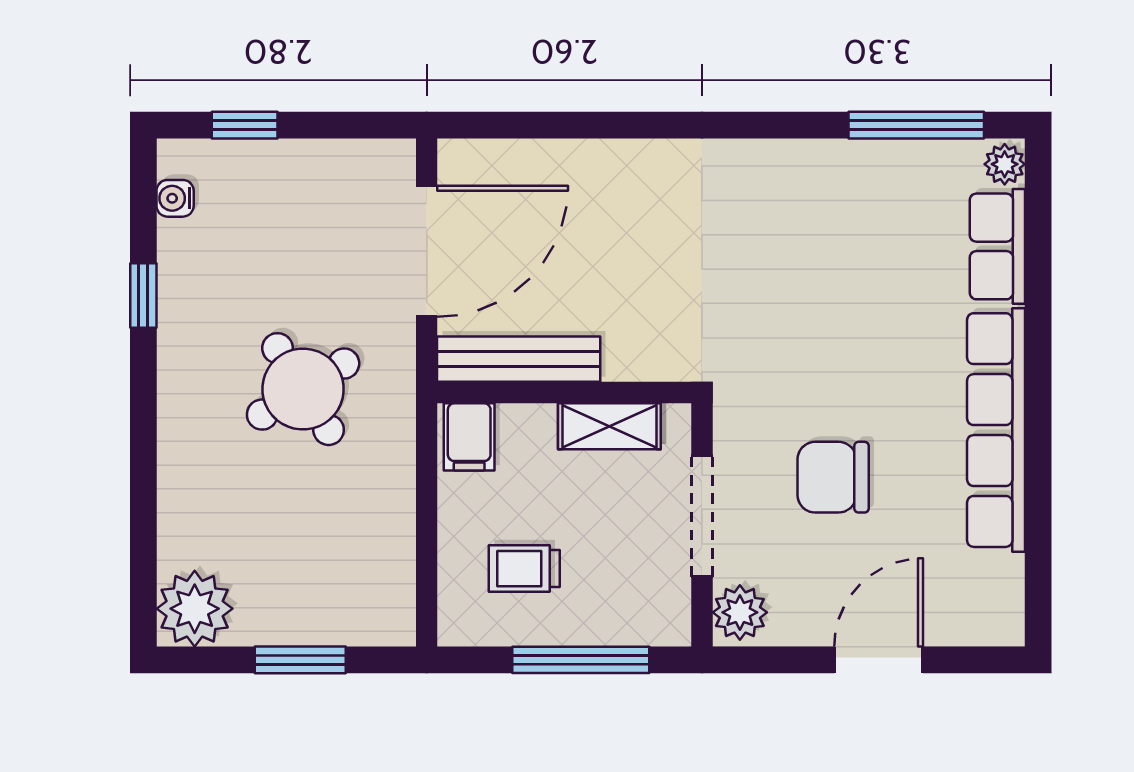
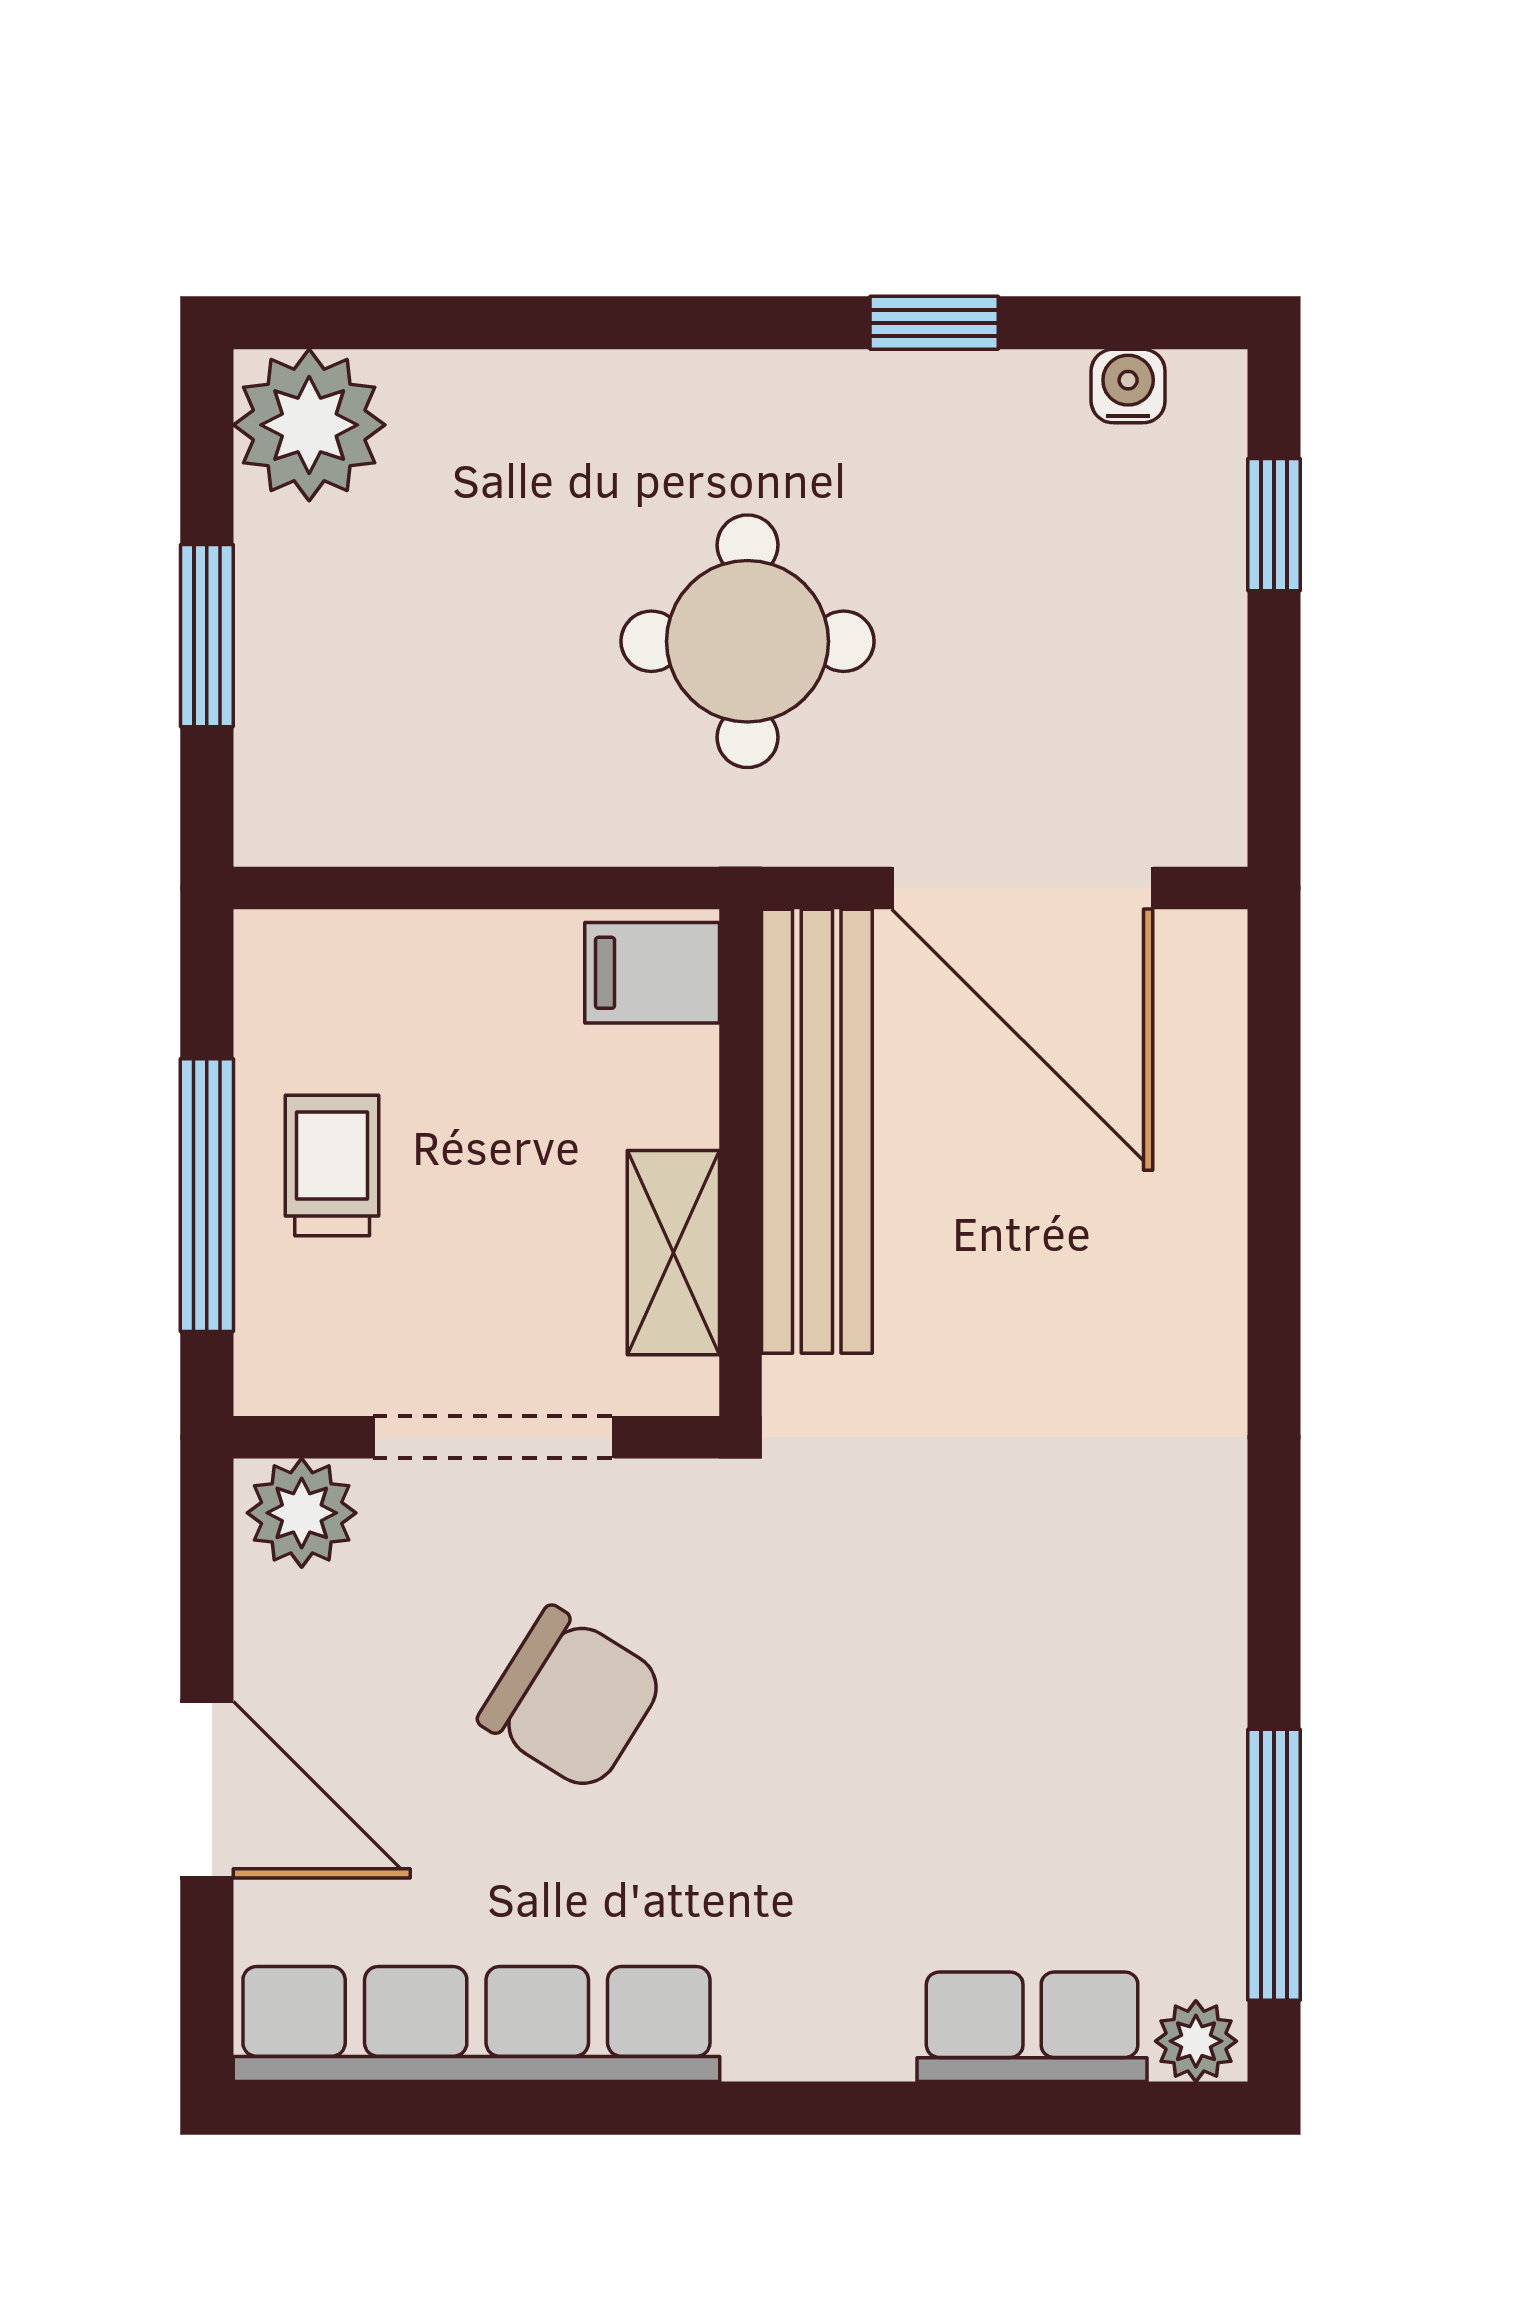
bench: (519, 359) -> (817, 1131), width x1.37, depth x1.21
round table: (303, 389) -> (747, 641), turned 32
row of seats: (996, 430) -> (476, 2024), moved
chair: (833, 477) -> (572, 1699), turned 122
trolley: (524, 569) -> (332, 1165), moved

